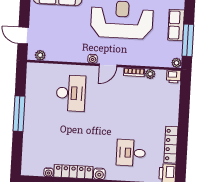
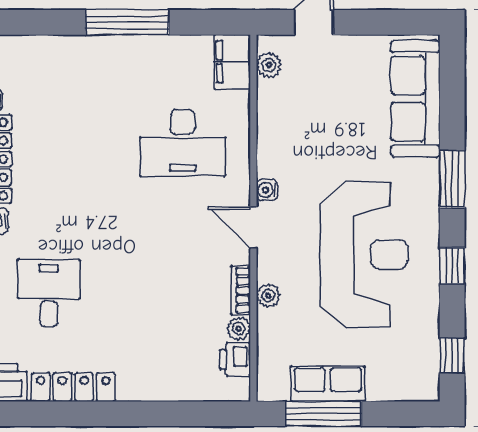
row of seats: (176, 25) -> (328, 384), moved
plant: (176, 63) -> (268, 296), moved
filing cabinet: (38, 71) -> (232, 62), added
printer: (174, 77) -> (235, 359), moved

